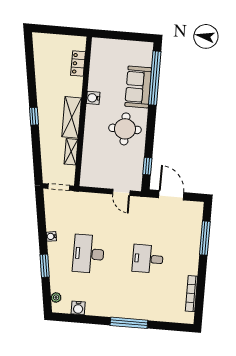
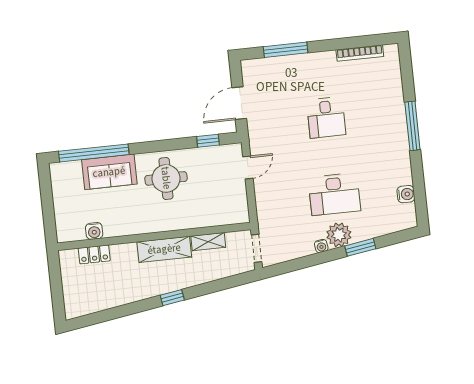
water cooler: (93, 98) -> (94, 231), moved
plant: (56, 297) -> (339, 235), moved, width x1.88, depth x1.88

